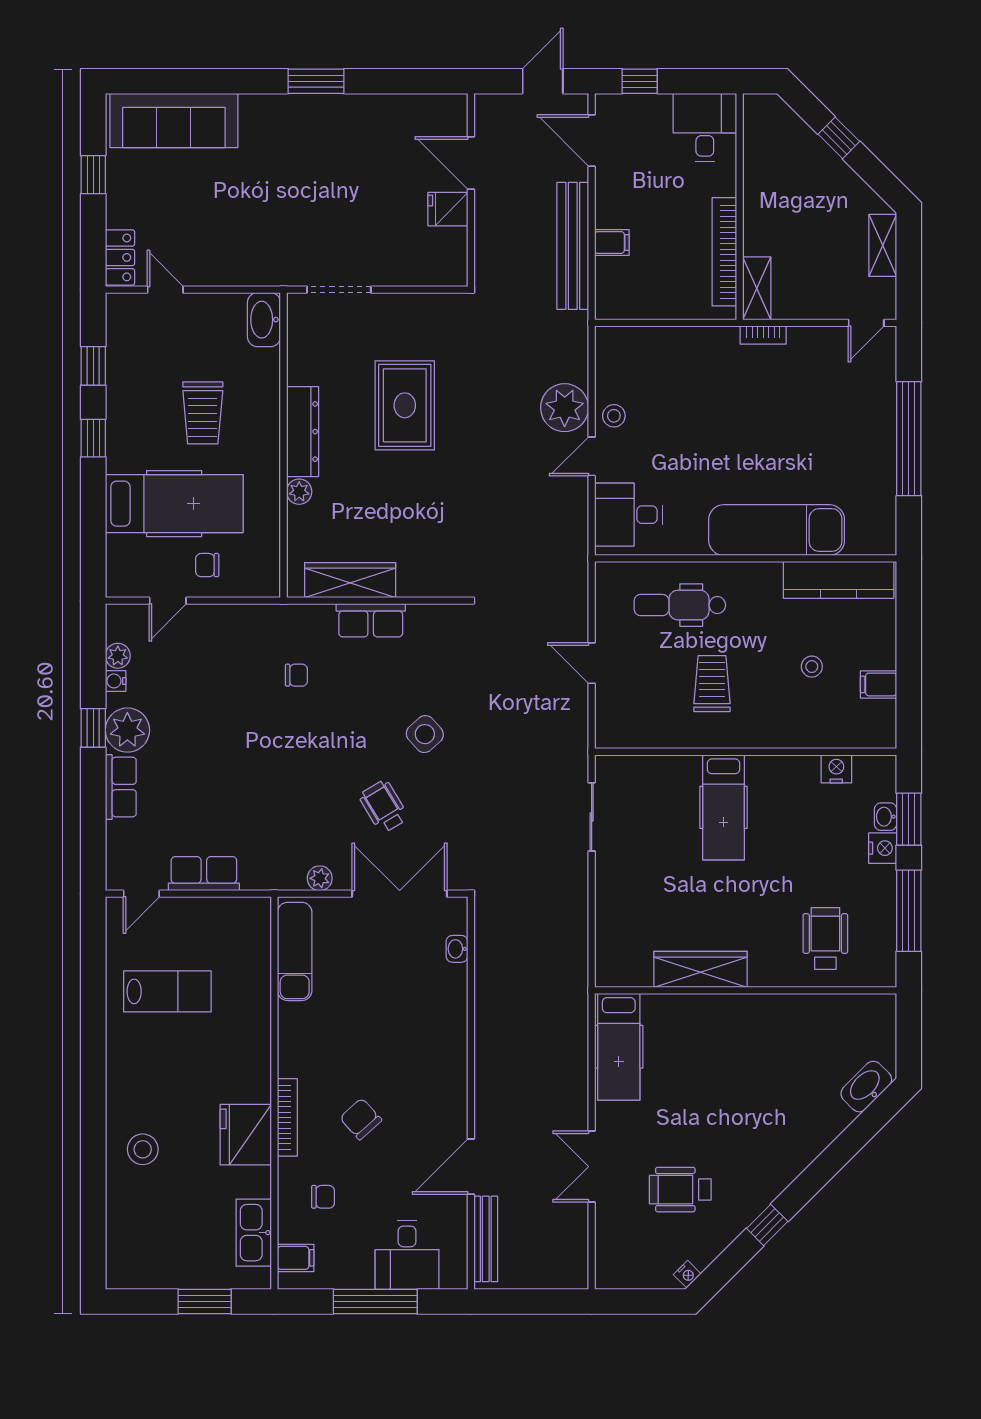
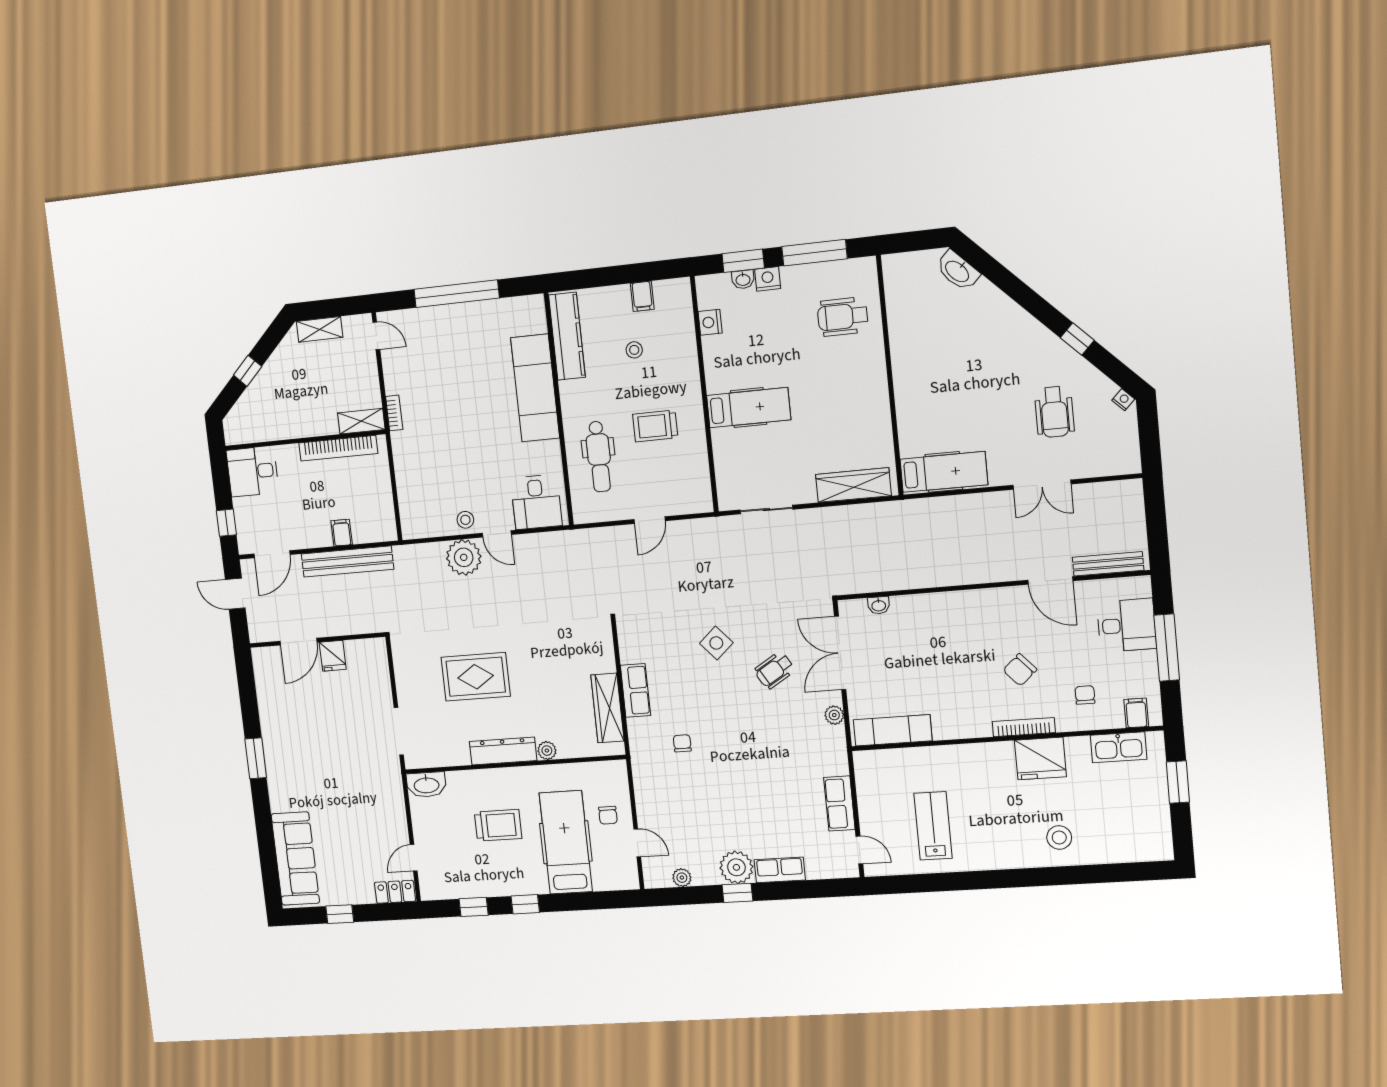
water cooler: (116, 681) -> (701, 878), removed
wardrobe: (701, 969) -> (853, 485), moved, turned 90

